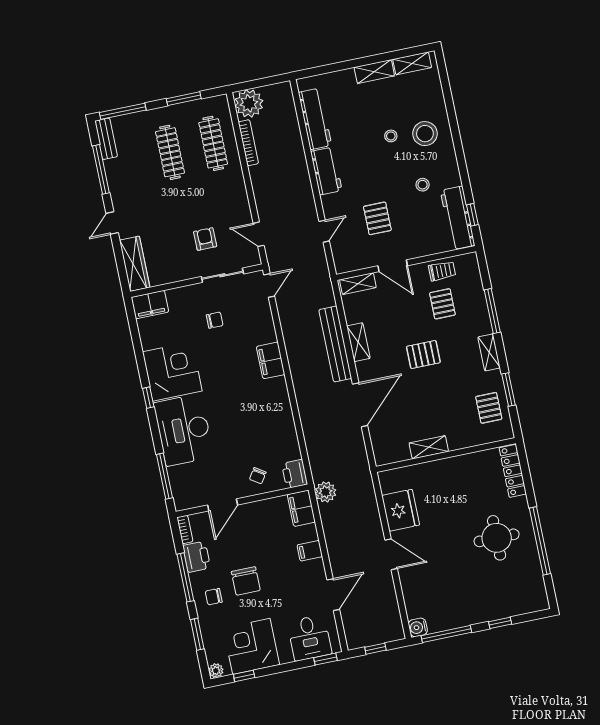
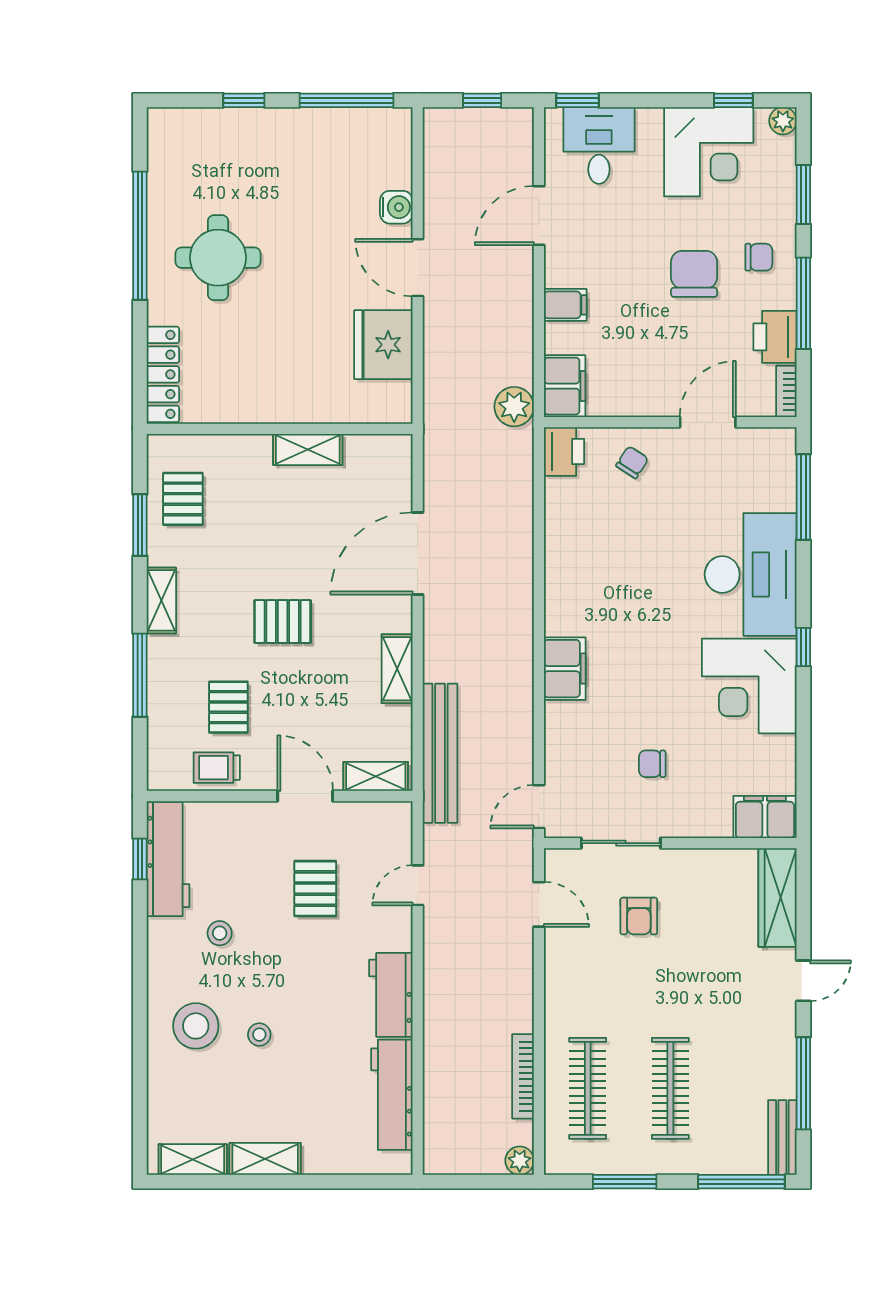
plant: (249, 103) -> (520, 1161), width x0.53, depth x0.53
bench: (335, 344) -> (440, 753), moved
water cooler: (418, 627) -> (396, 207), moved

